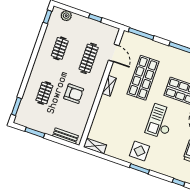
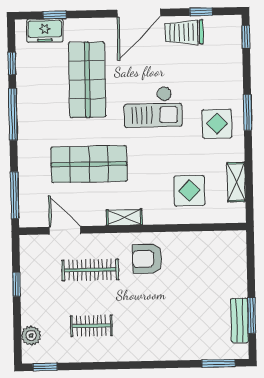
door: (114, 53) -> (65, 230), hinge flipped
clothes rail: (44, 93) -> (178, 324), removed
armchair: (74, 94) -> (147, 259), moved, turned -90
display table: (110, 124) -> (189, 191), added
bench: (65, 136) -> (240, 320), moved
shelving: (95, 146) -> (236, 182), moved

